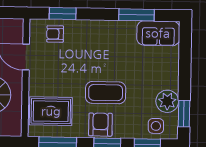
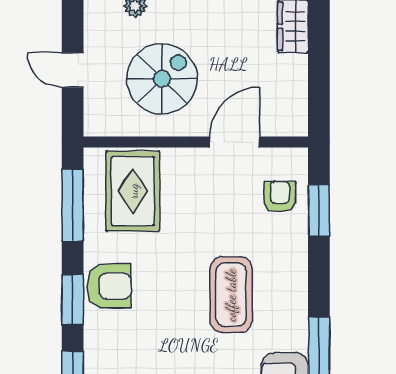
coffee table: (106, 93) -> (231, 295), moved

